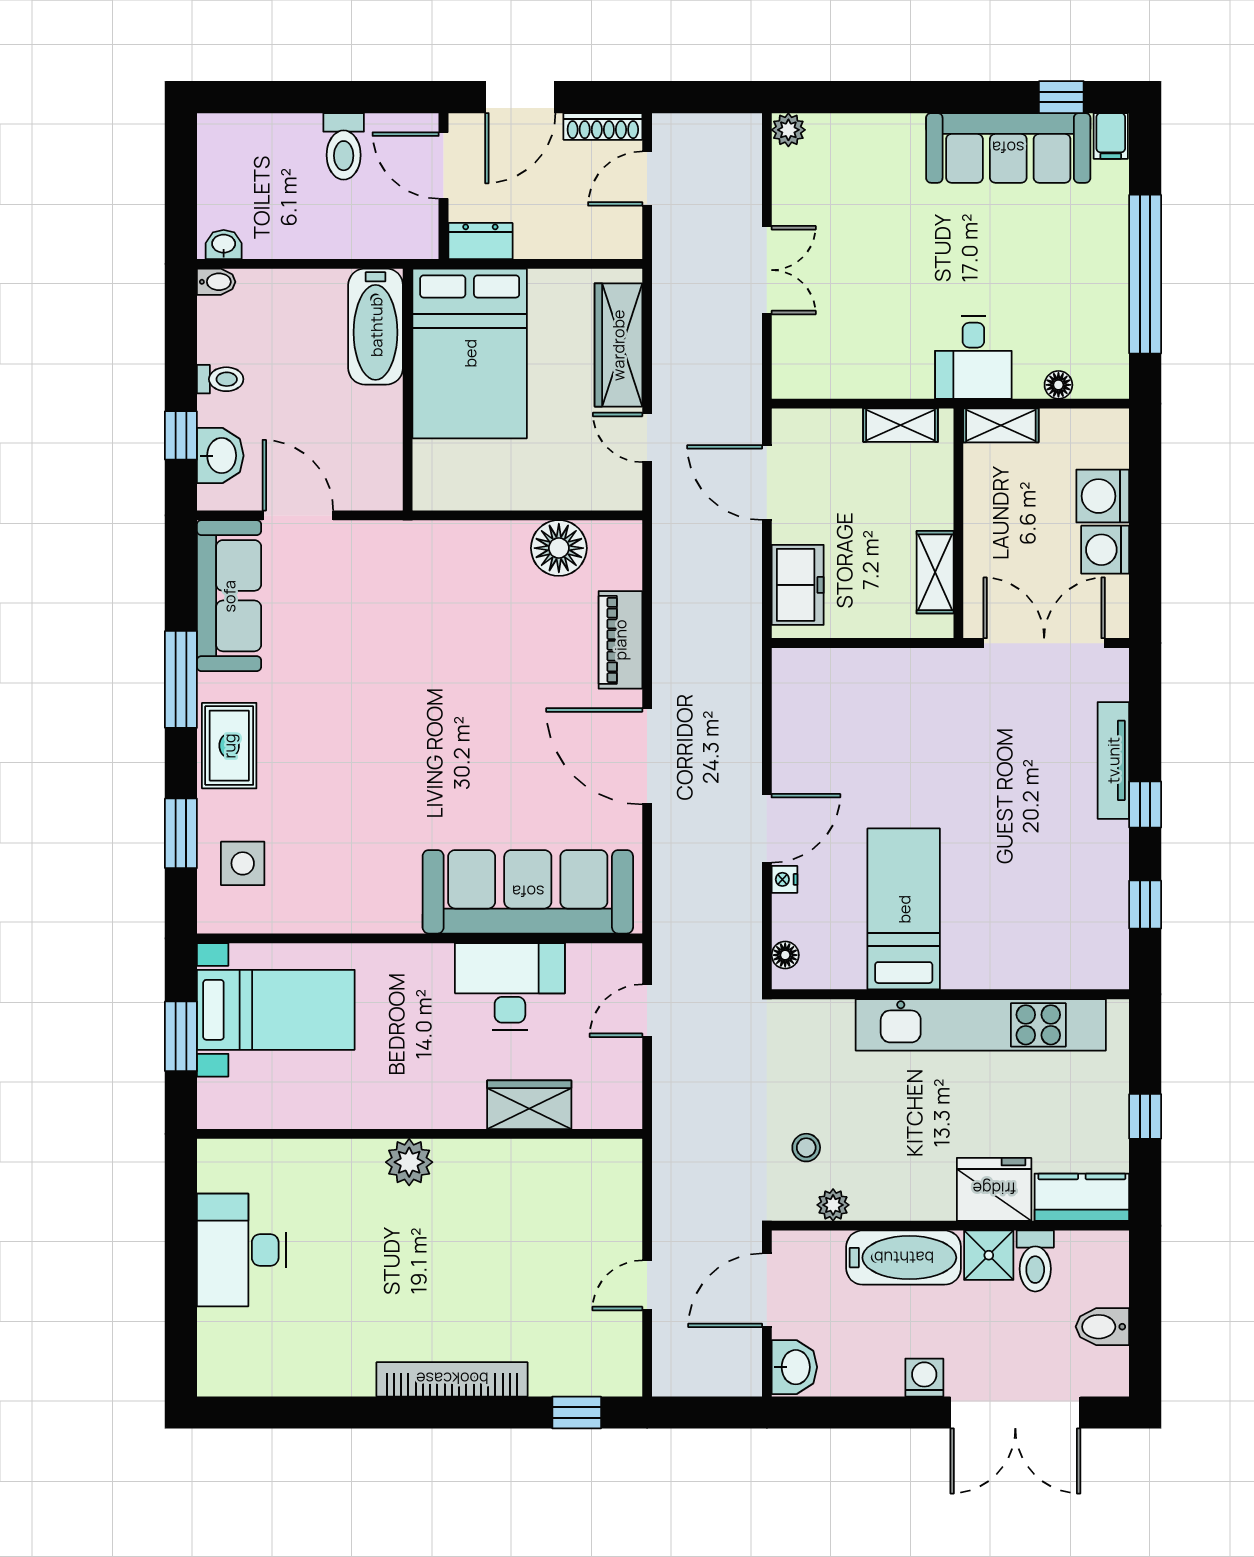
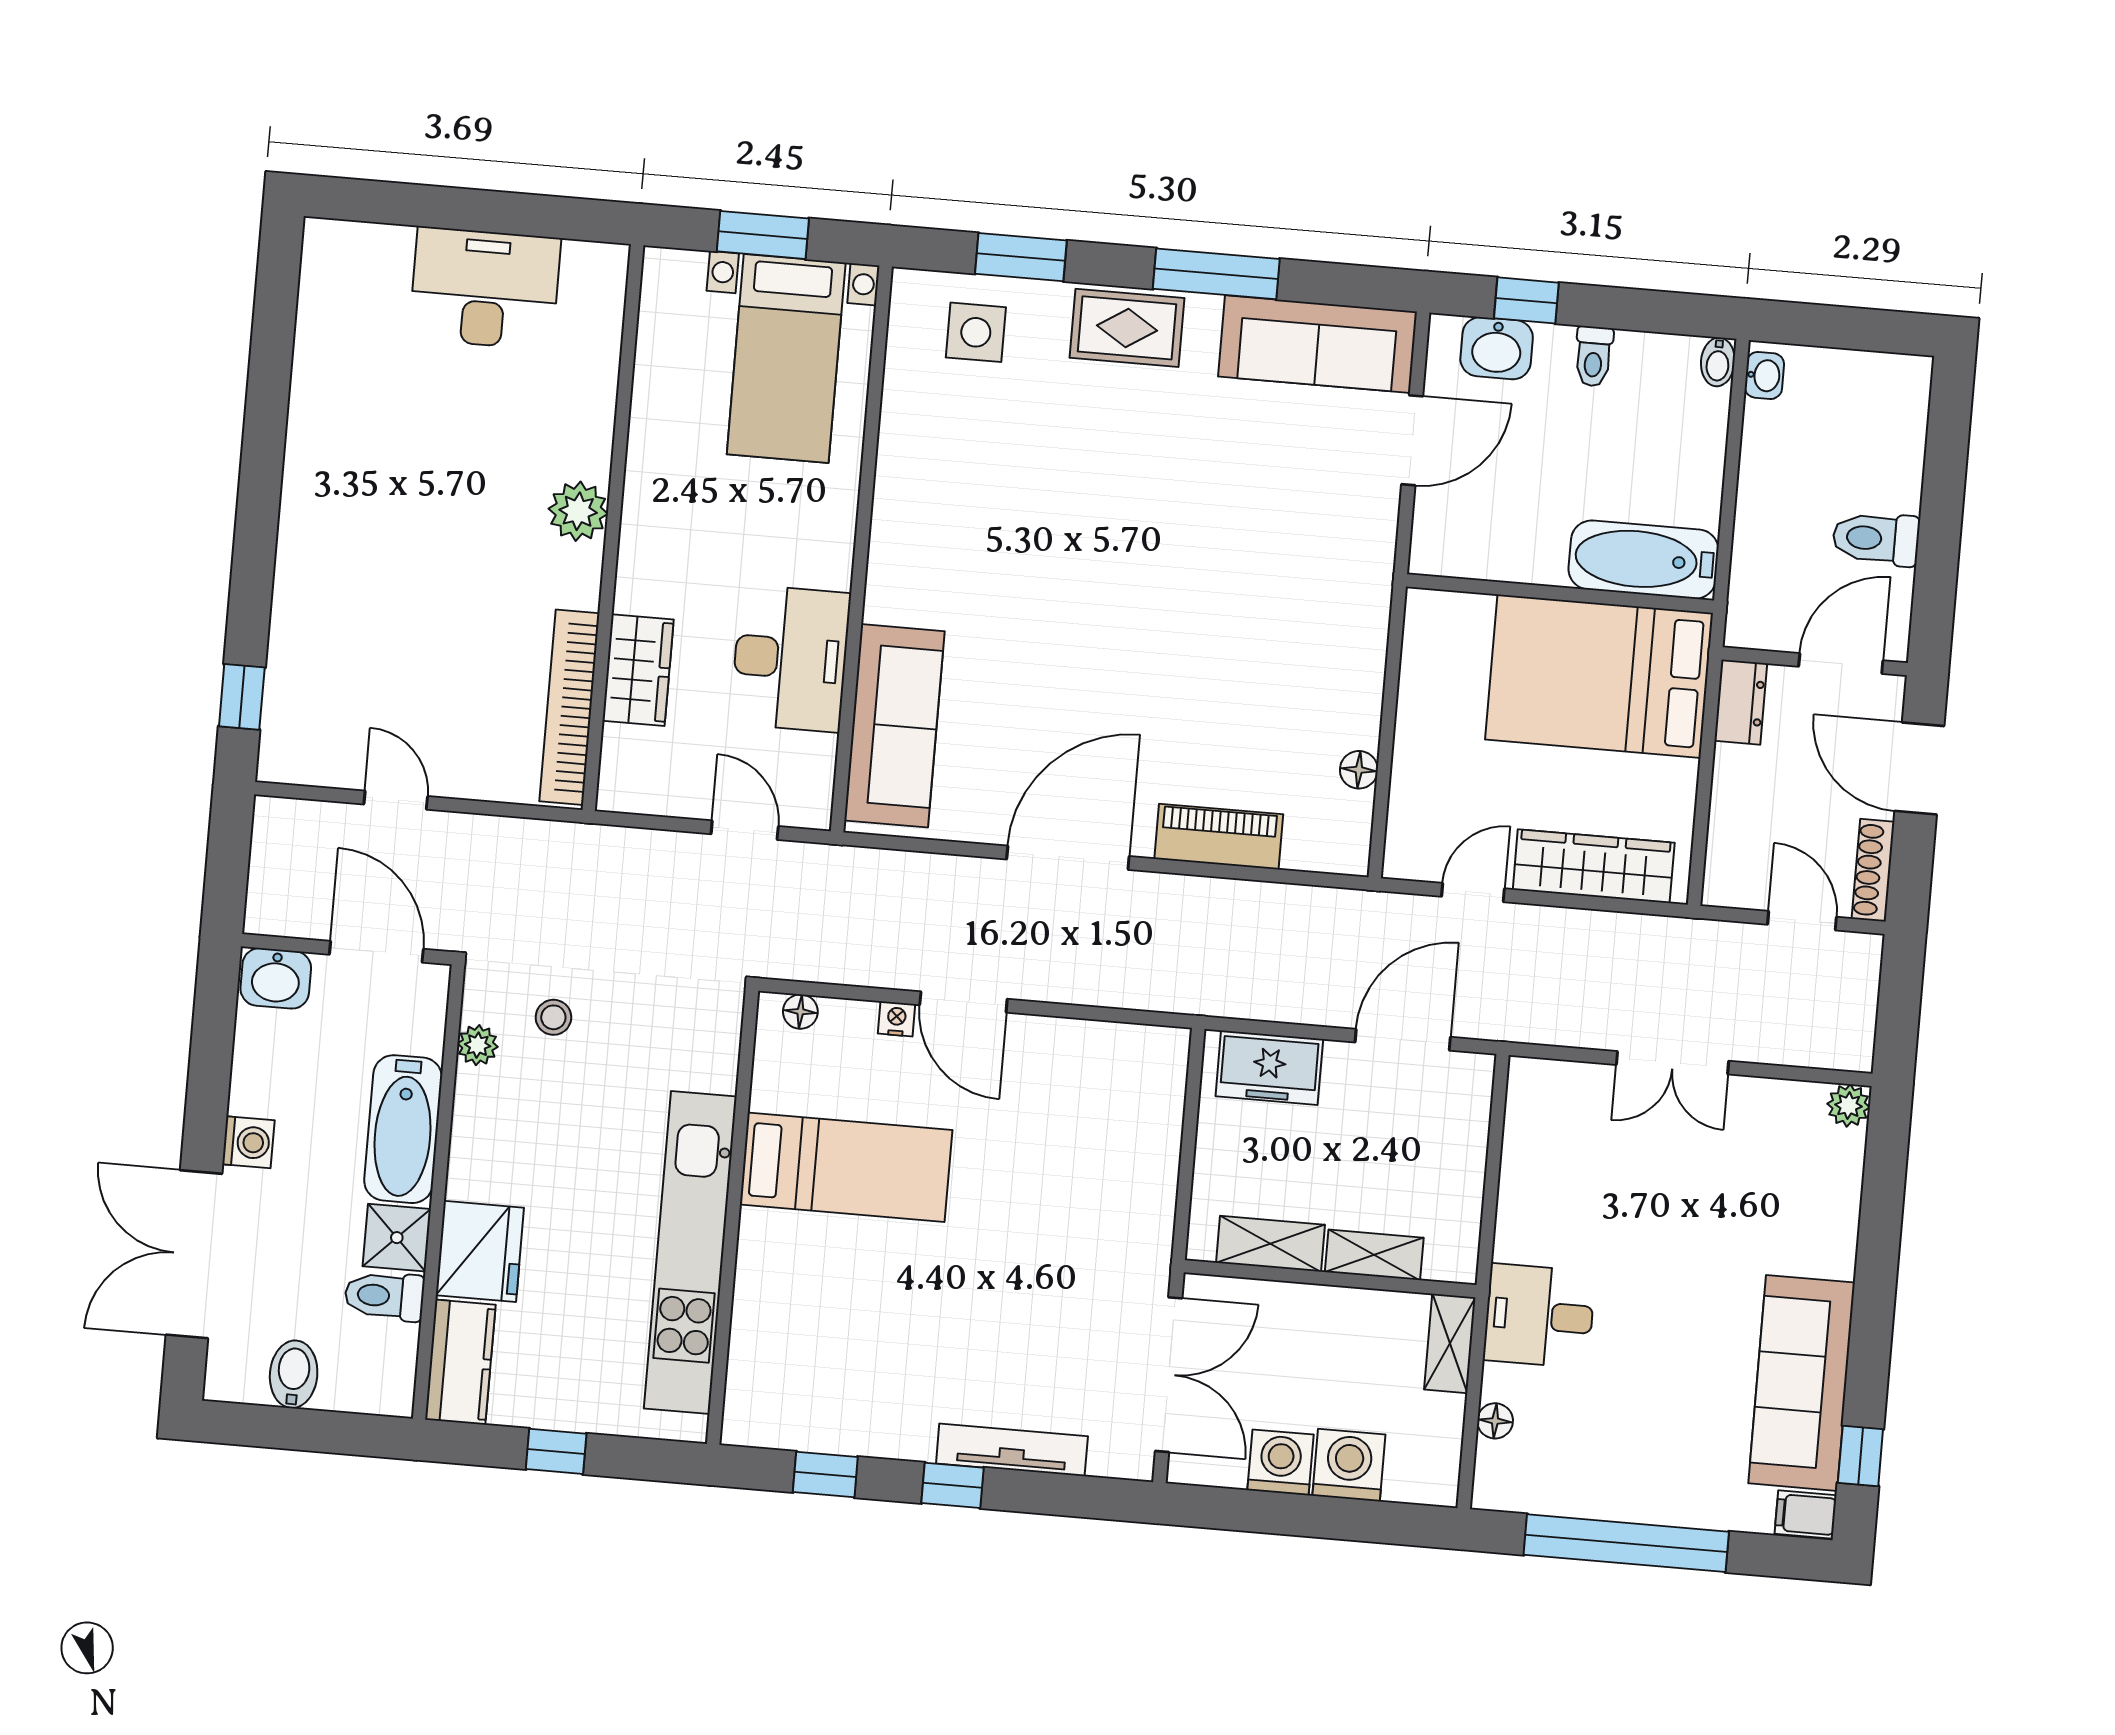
shelving: (901, 425) -> (1374, 1255), moved, turned 90
floor lamp: (559, 548) -> (1359, 770), width x0.53, depth x0.53
sofa: (528, 892) -> (894, 726), width x0.74, depth x0.79
bookcase: (452, 1379) -> (569, 707), moved, turned 180

